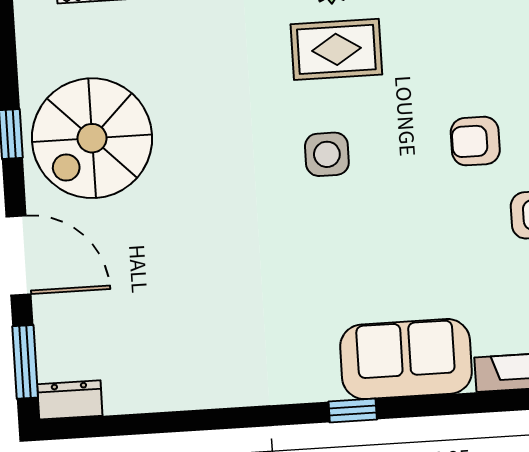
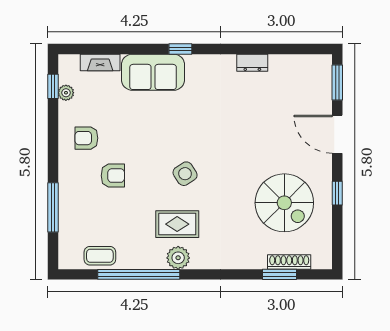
spiral stairs: (92, 138) -> (284, 203), moved, turned 90
side table: (327, 154) -> (185, 174), turned -33
dresser: (70, 400) -> (252, 63), moved

